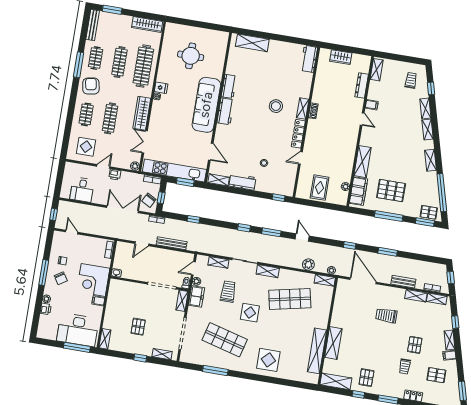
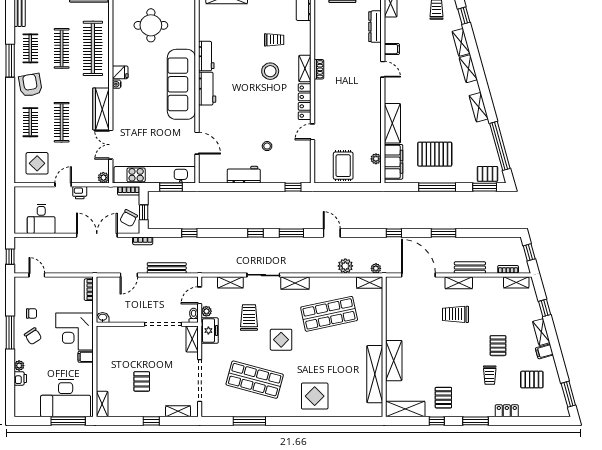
trolley: (283, 83) -> (274, 40), added
shelving: (219, 180) -> (213, 177), removed
shelving: (416, 296) -> (459, 283), moved

